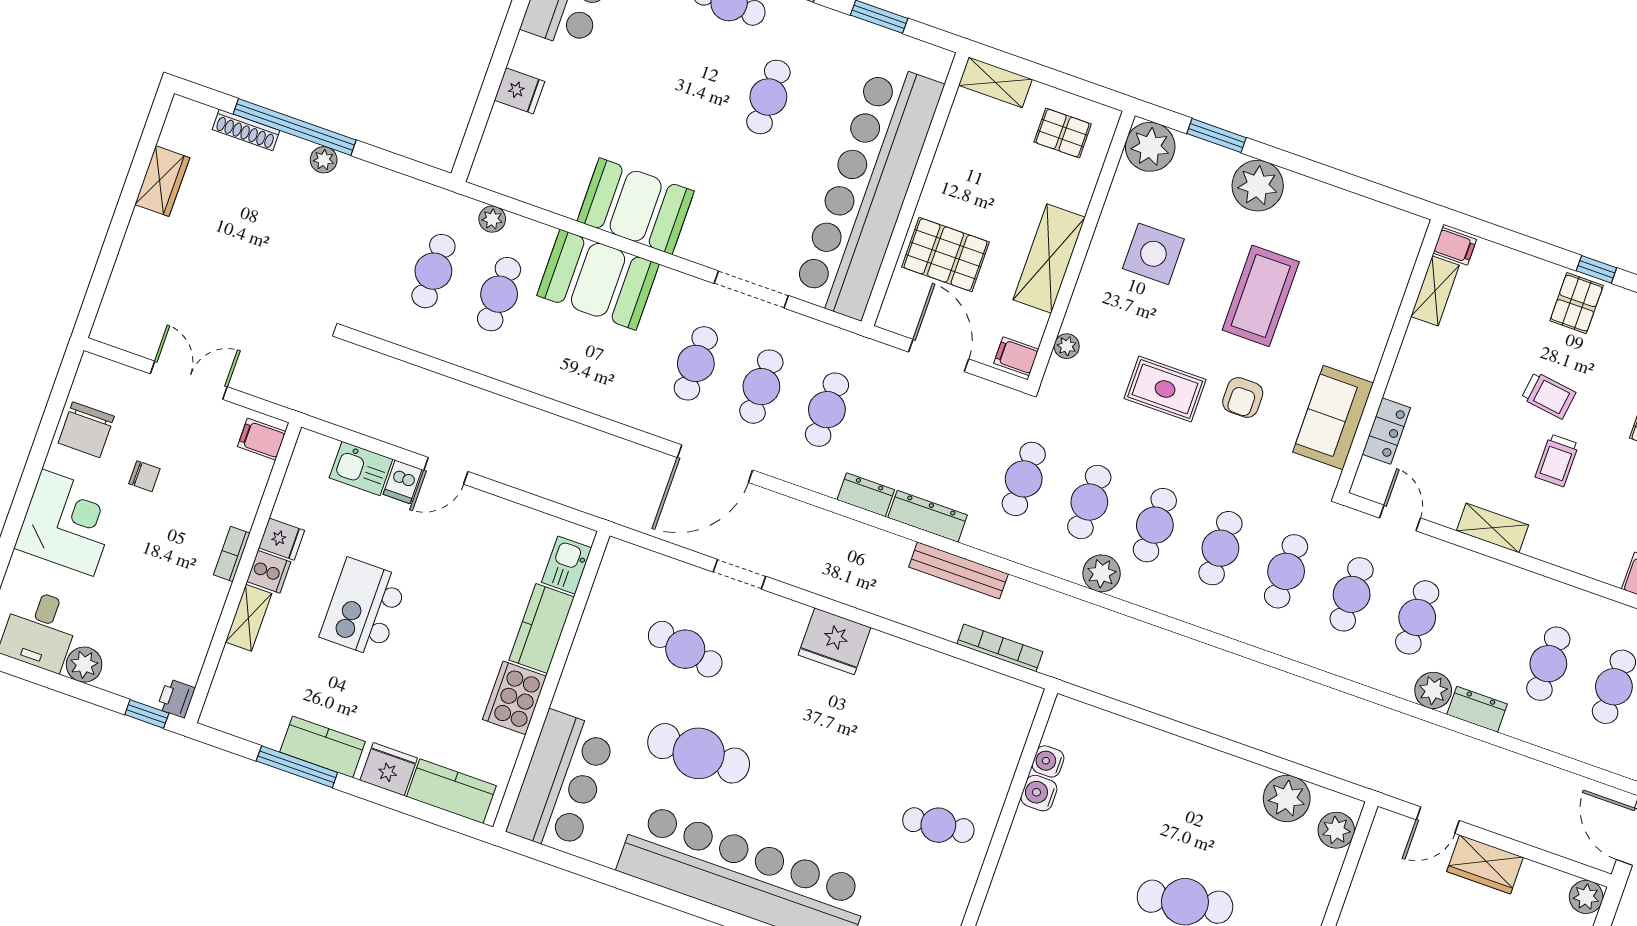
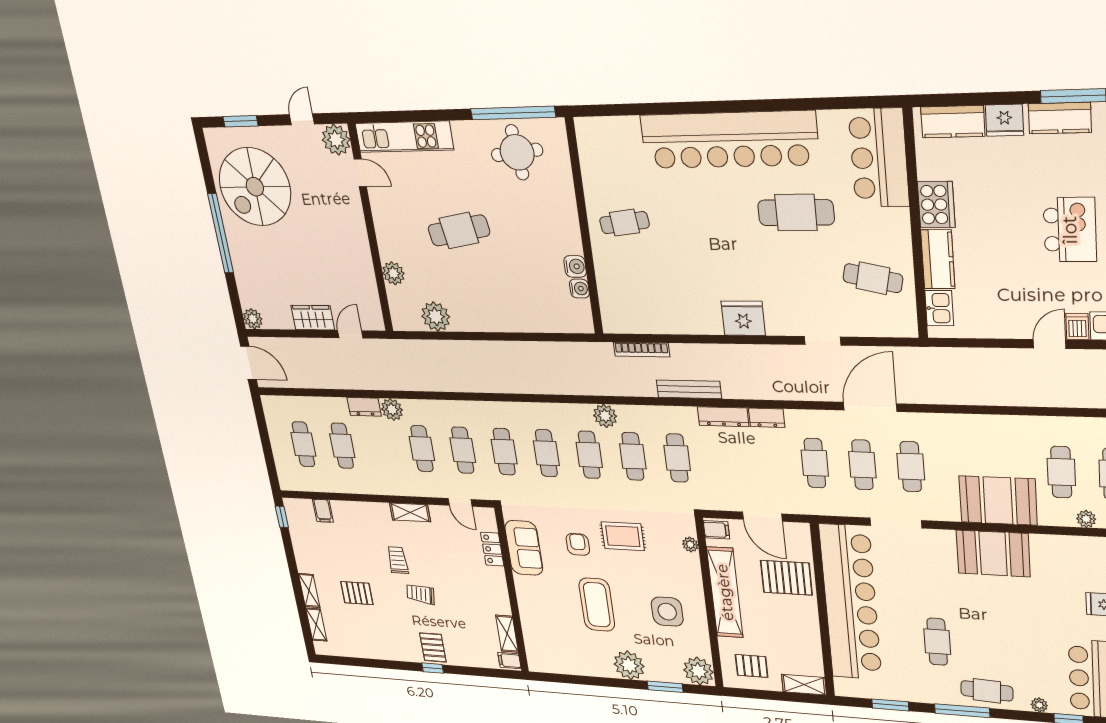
shelving: (1049, 258) -> (725, 592), width x1.47
cafe table: (685, 649) -> (873, 278), moved
plant: (1336, 830) -> (393, 273), moved

